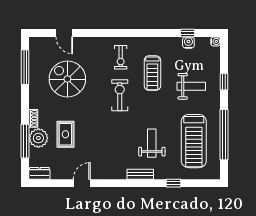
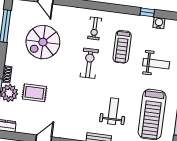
window: (188, 33) -> (147, 12), moved
spiral stairs: (67, 79) -> (43, 42), turned -90
rug: (65, 134) -> (34, 93), turned 90

